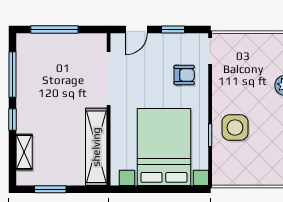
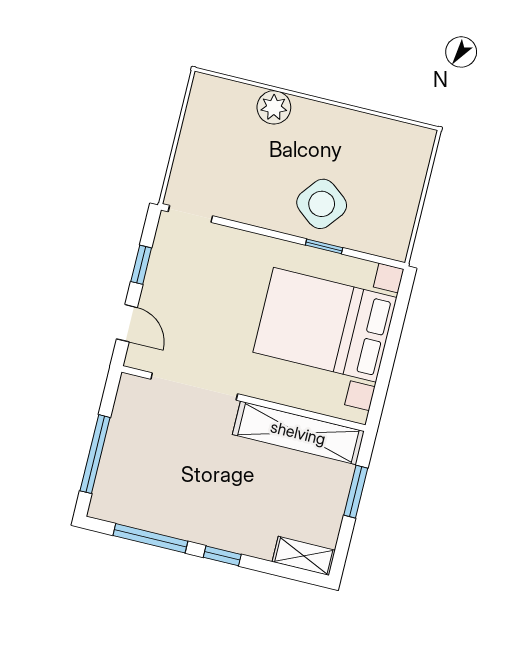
armchair: (184, 75) -> (218, 265), removed
side table: (235, 128) -> (322, 204), turned 38
shelving: (24, 152) -> (304, 556), moved
window: (50, 189) -> (356, 492), moved

